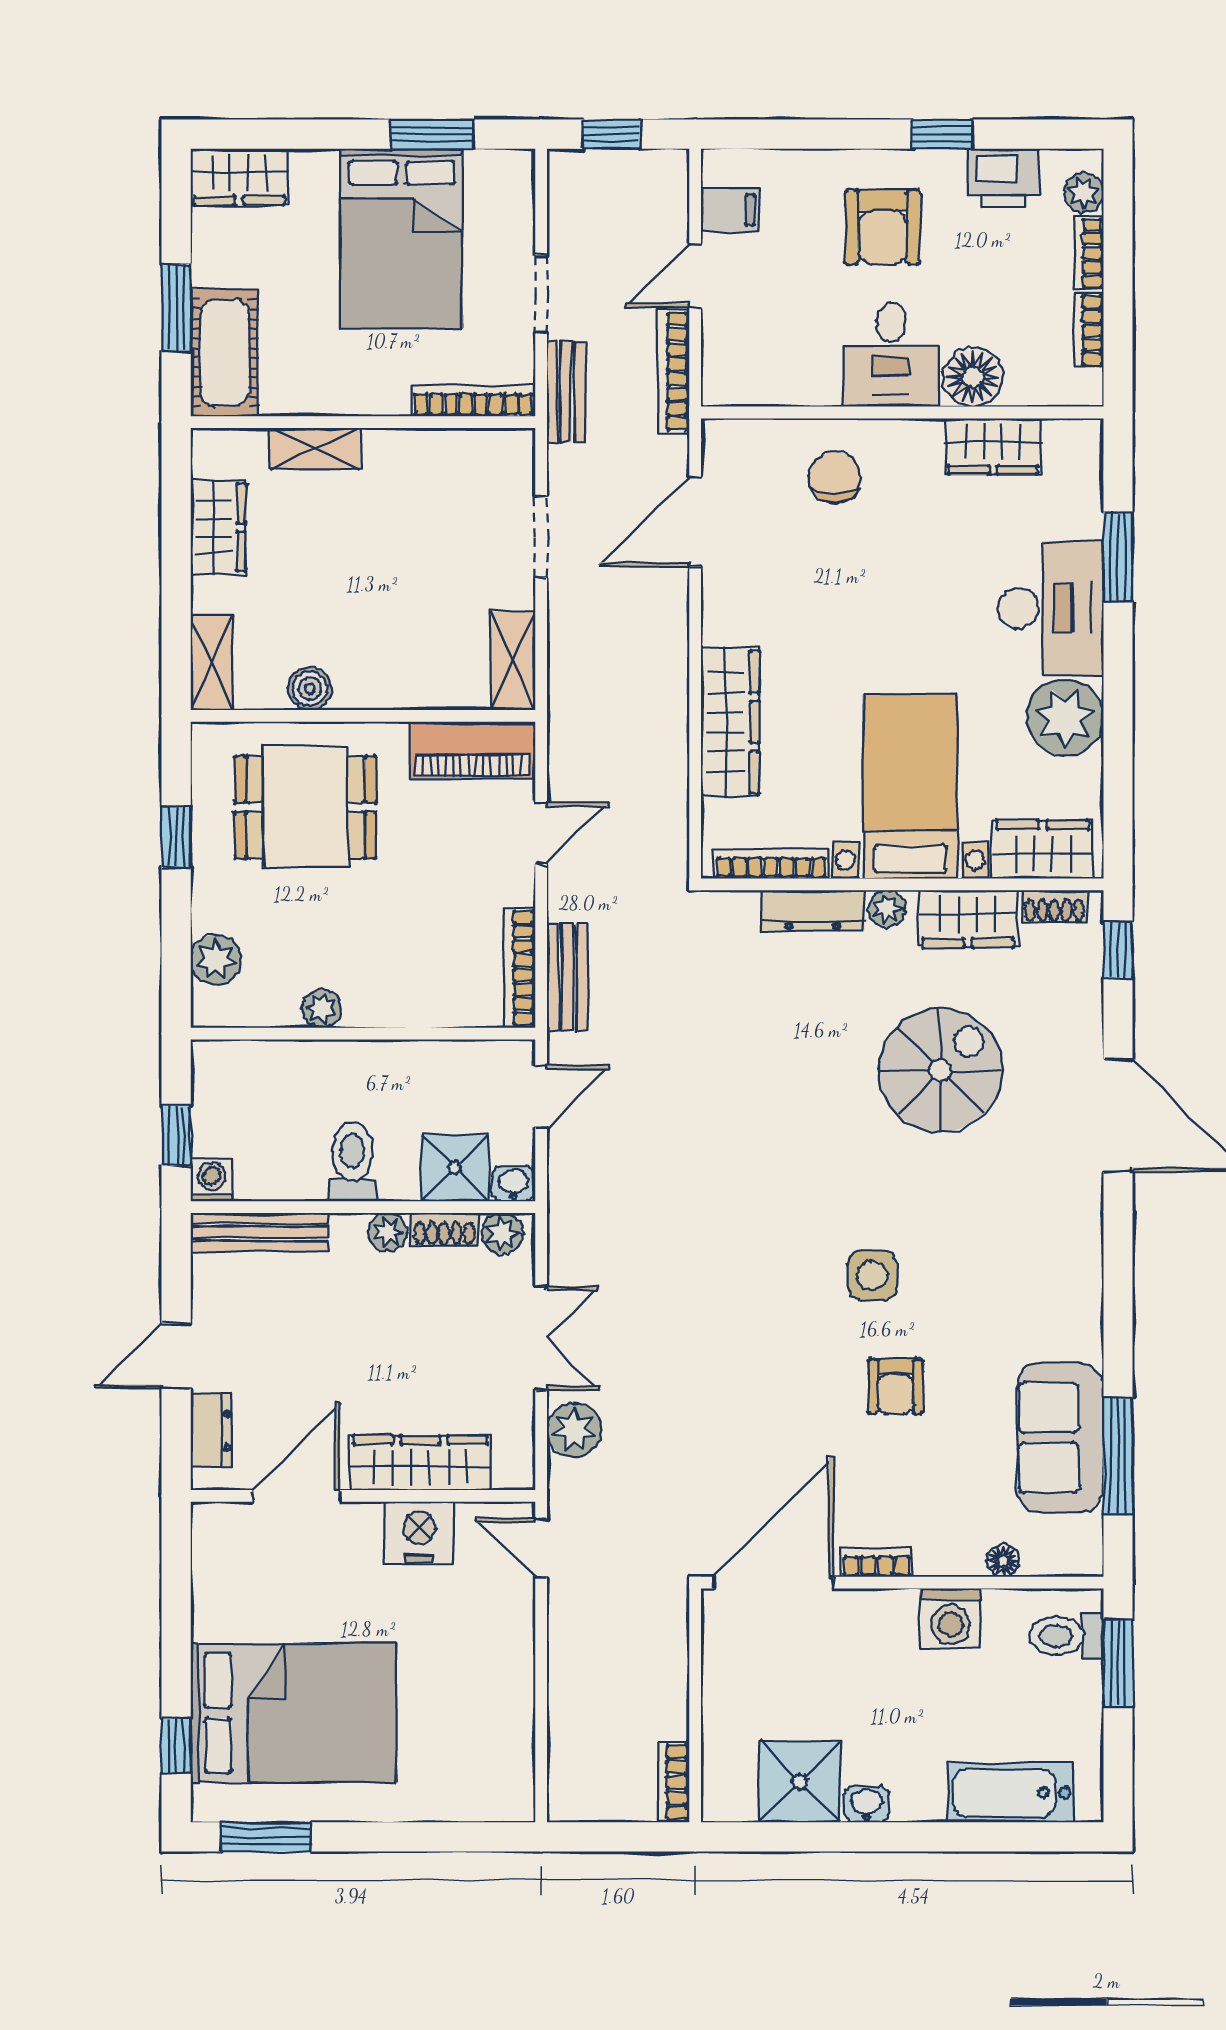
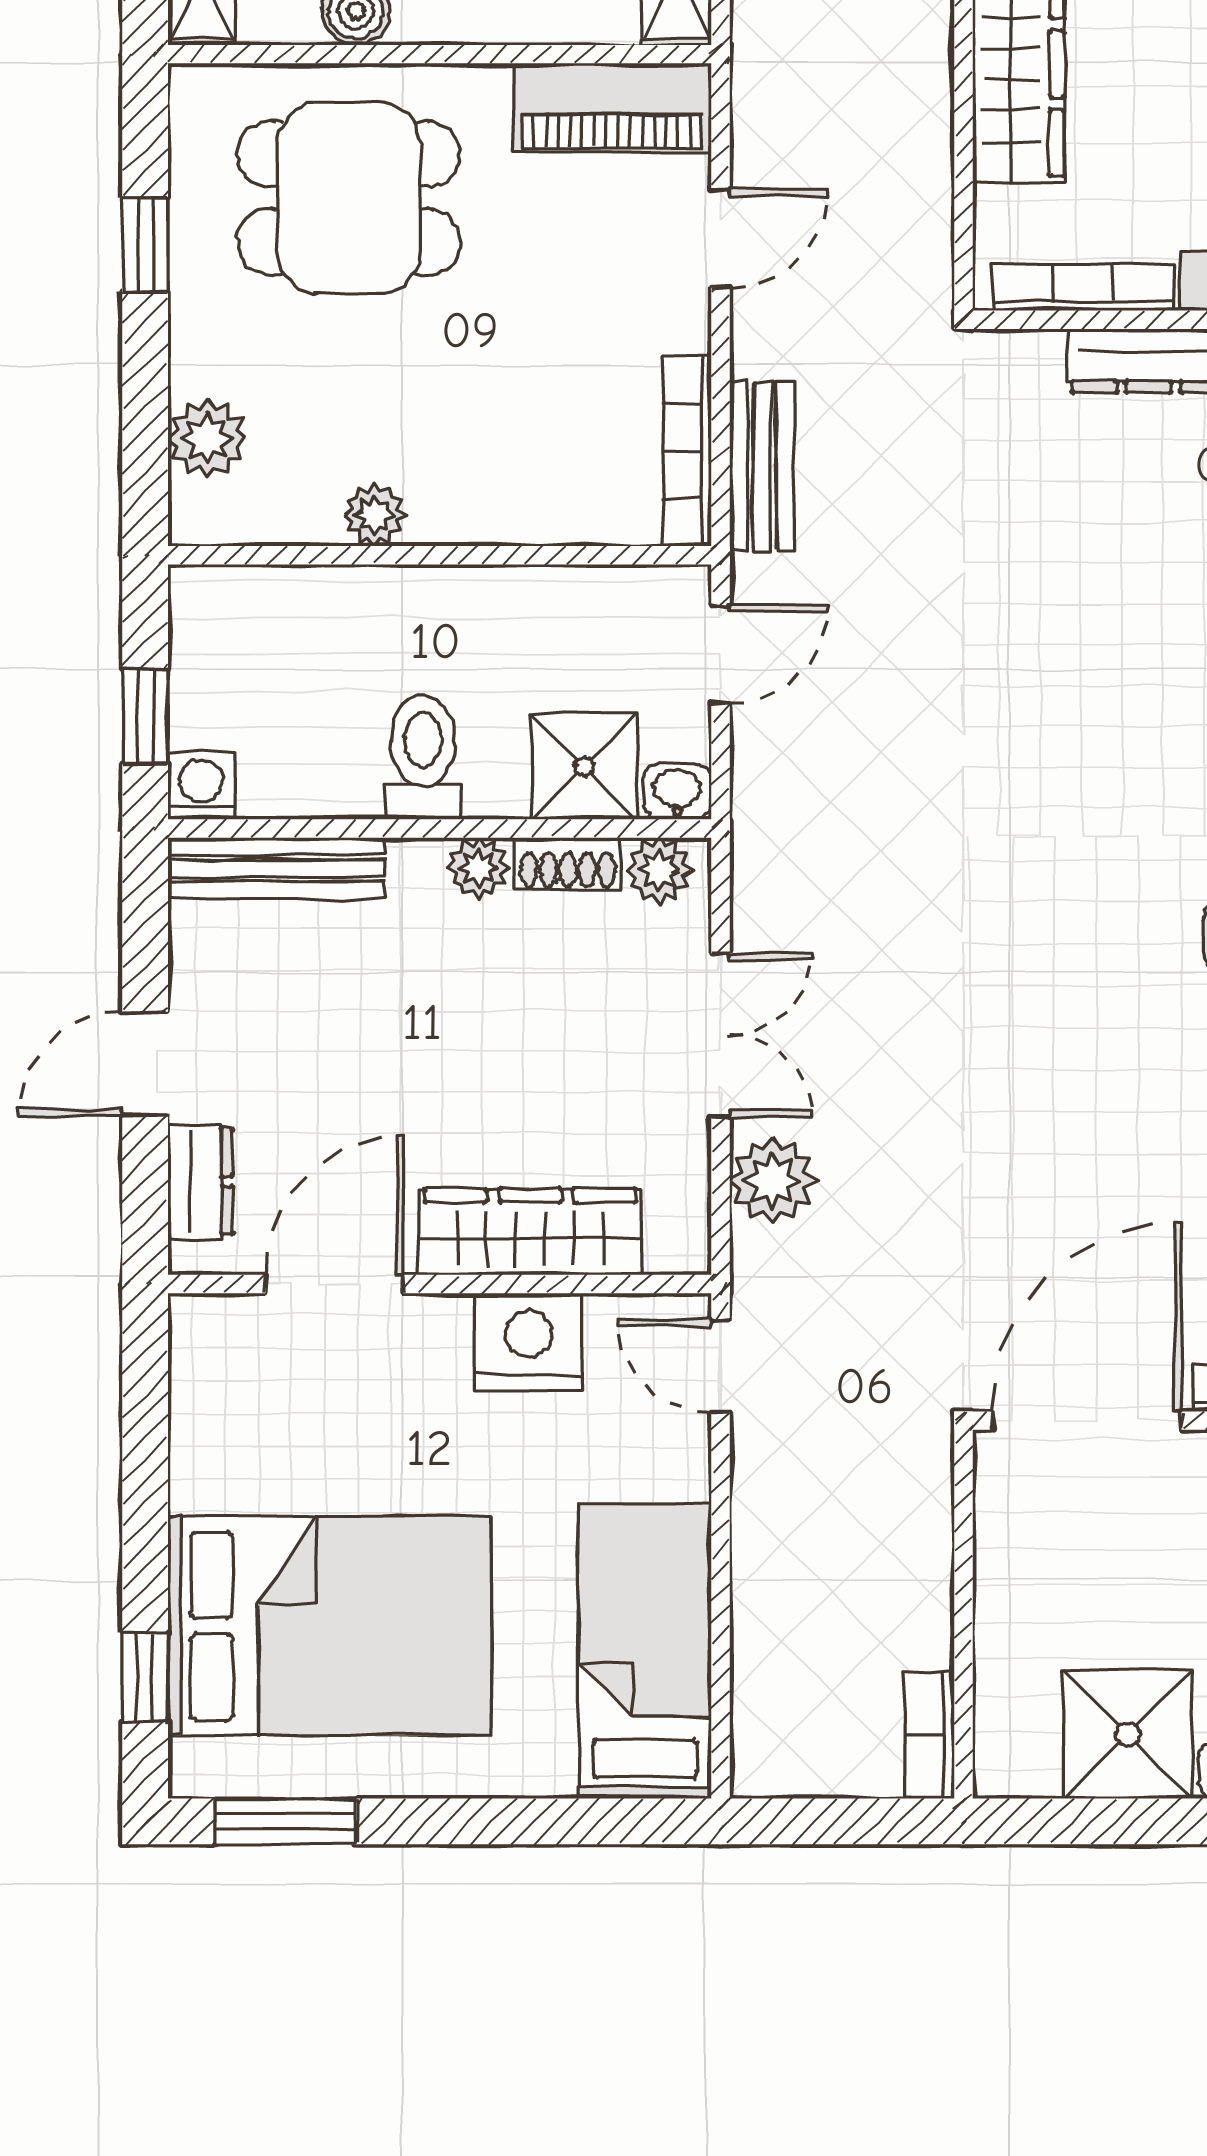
bed: (493, 1729) -> (645, 1651), added

